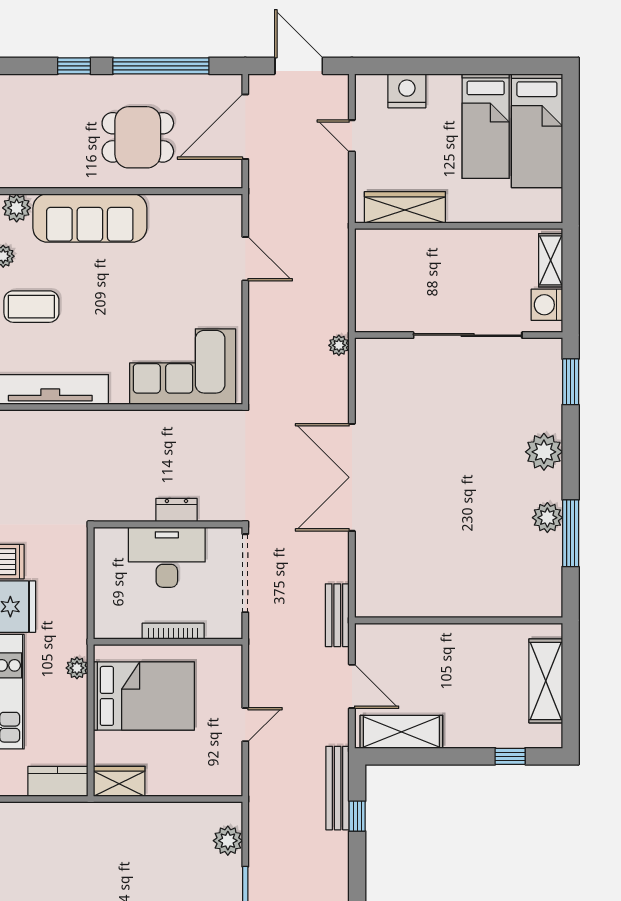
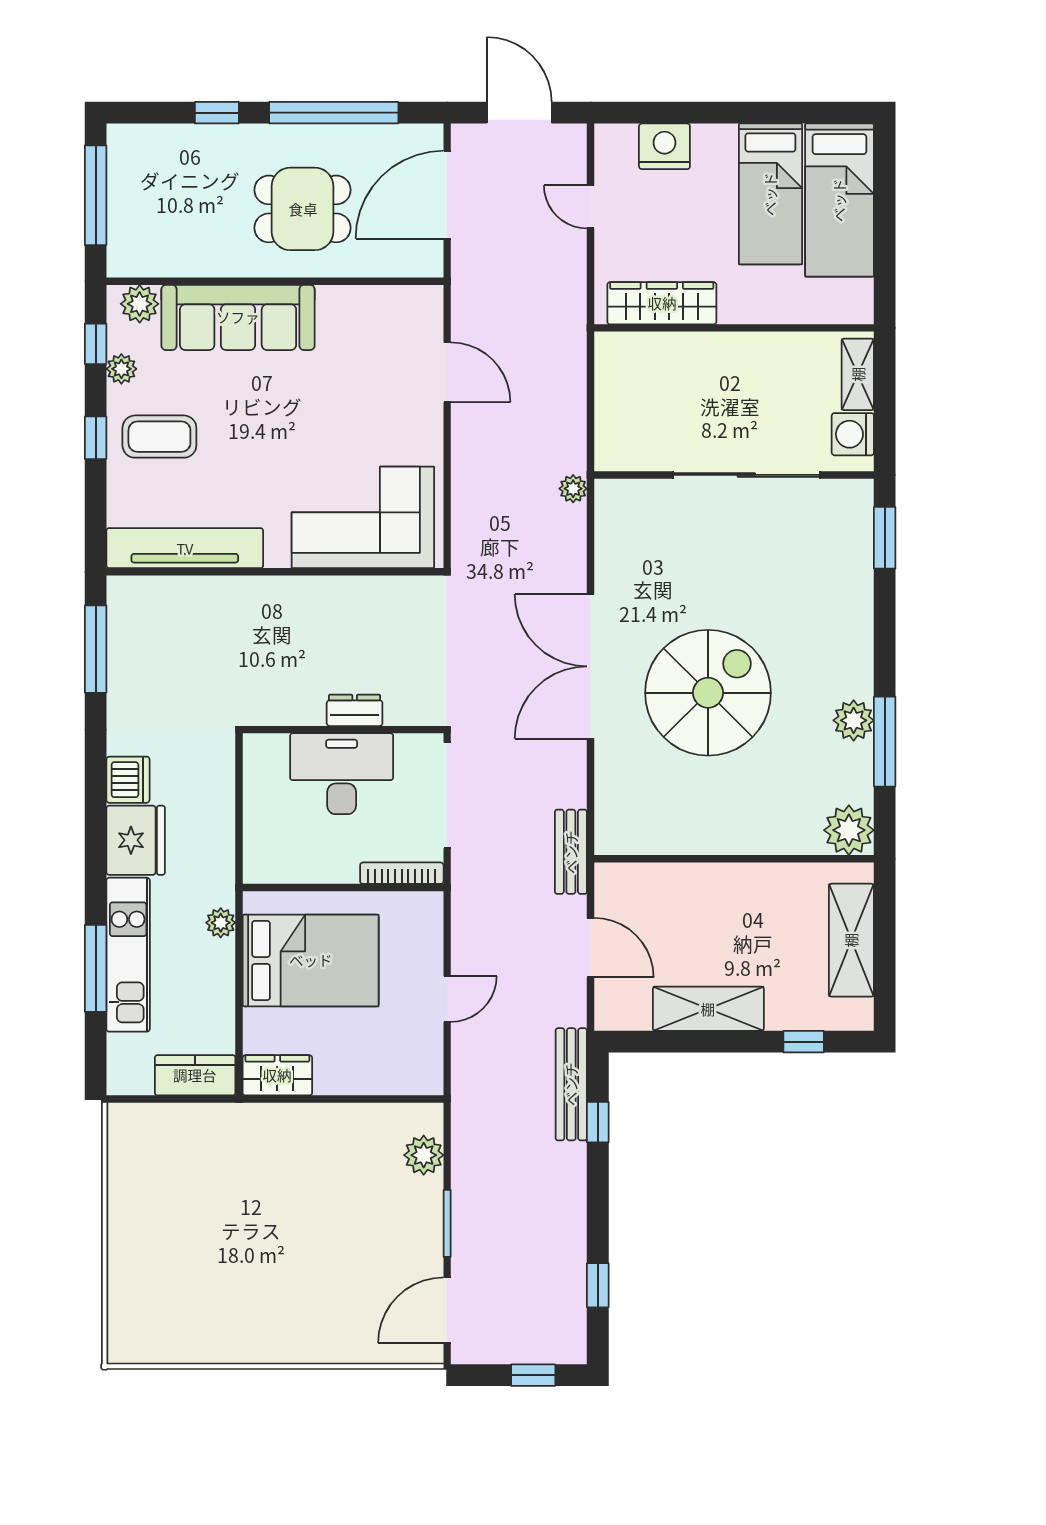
plant: (544, 452) -> (849, 830), moved
spiral stairs: (439, 497) -> (708, 693), added
bookcase: (173, 631) -> (402, 873), moved
shelving: (401, 732) -> (708, 1009), moved

